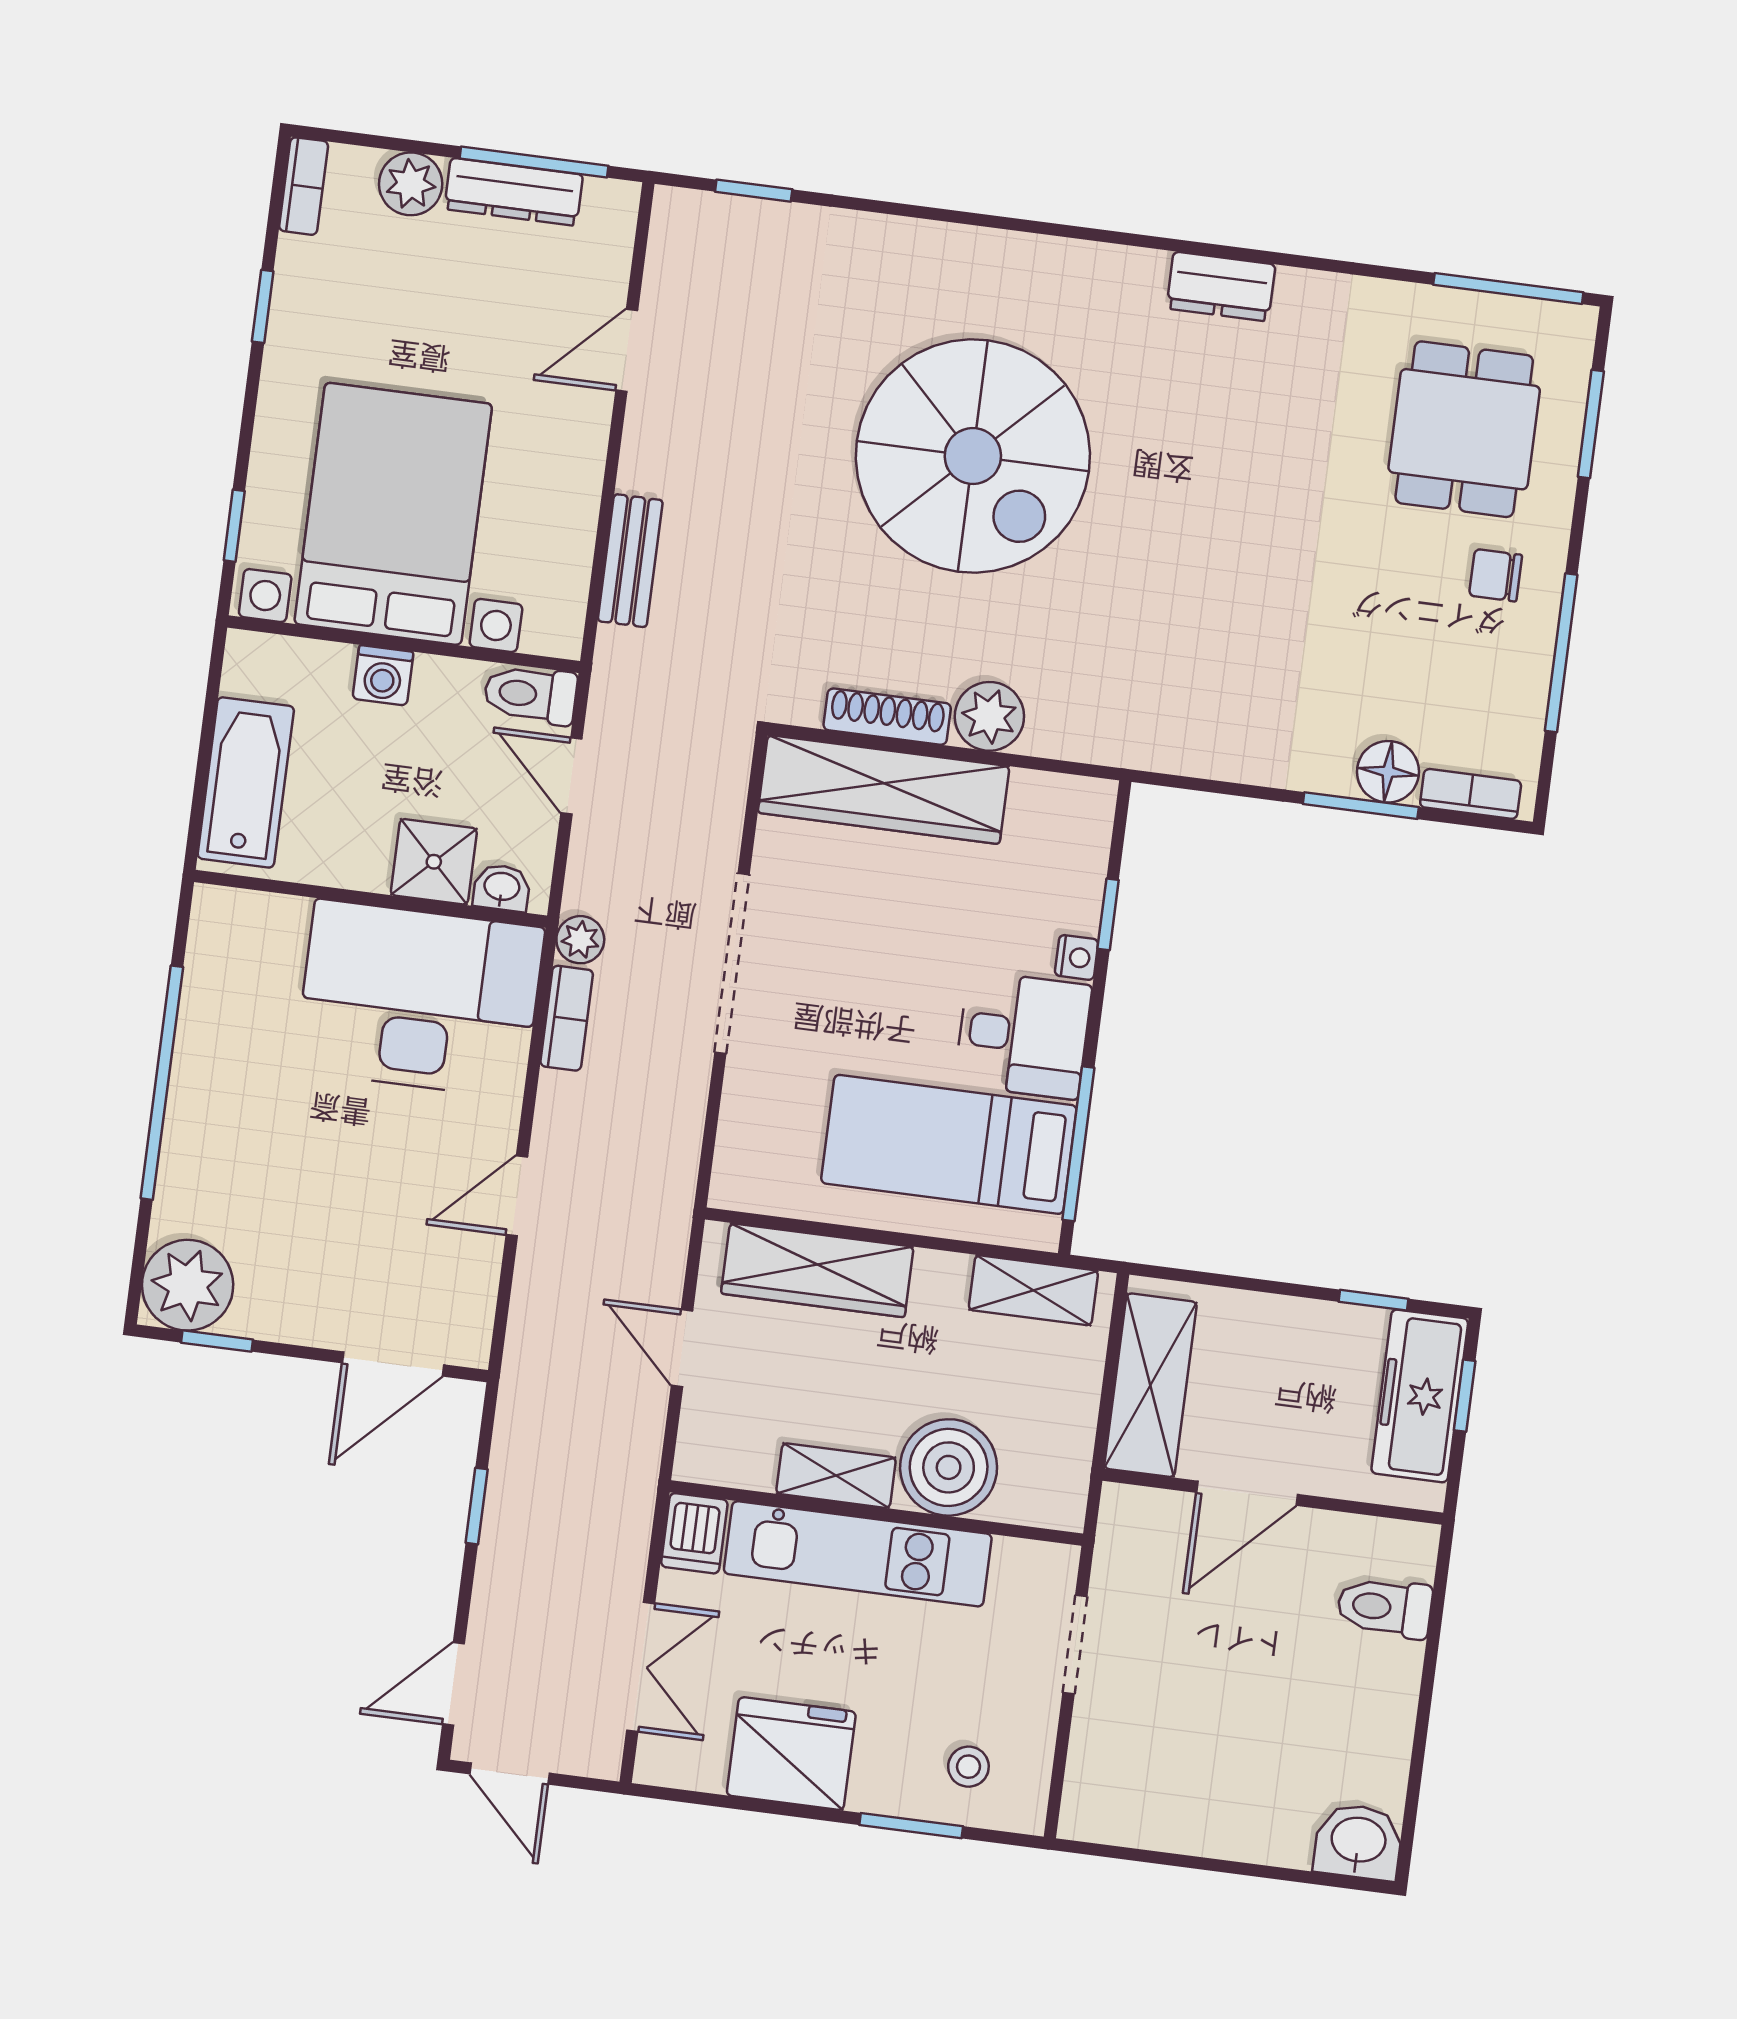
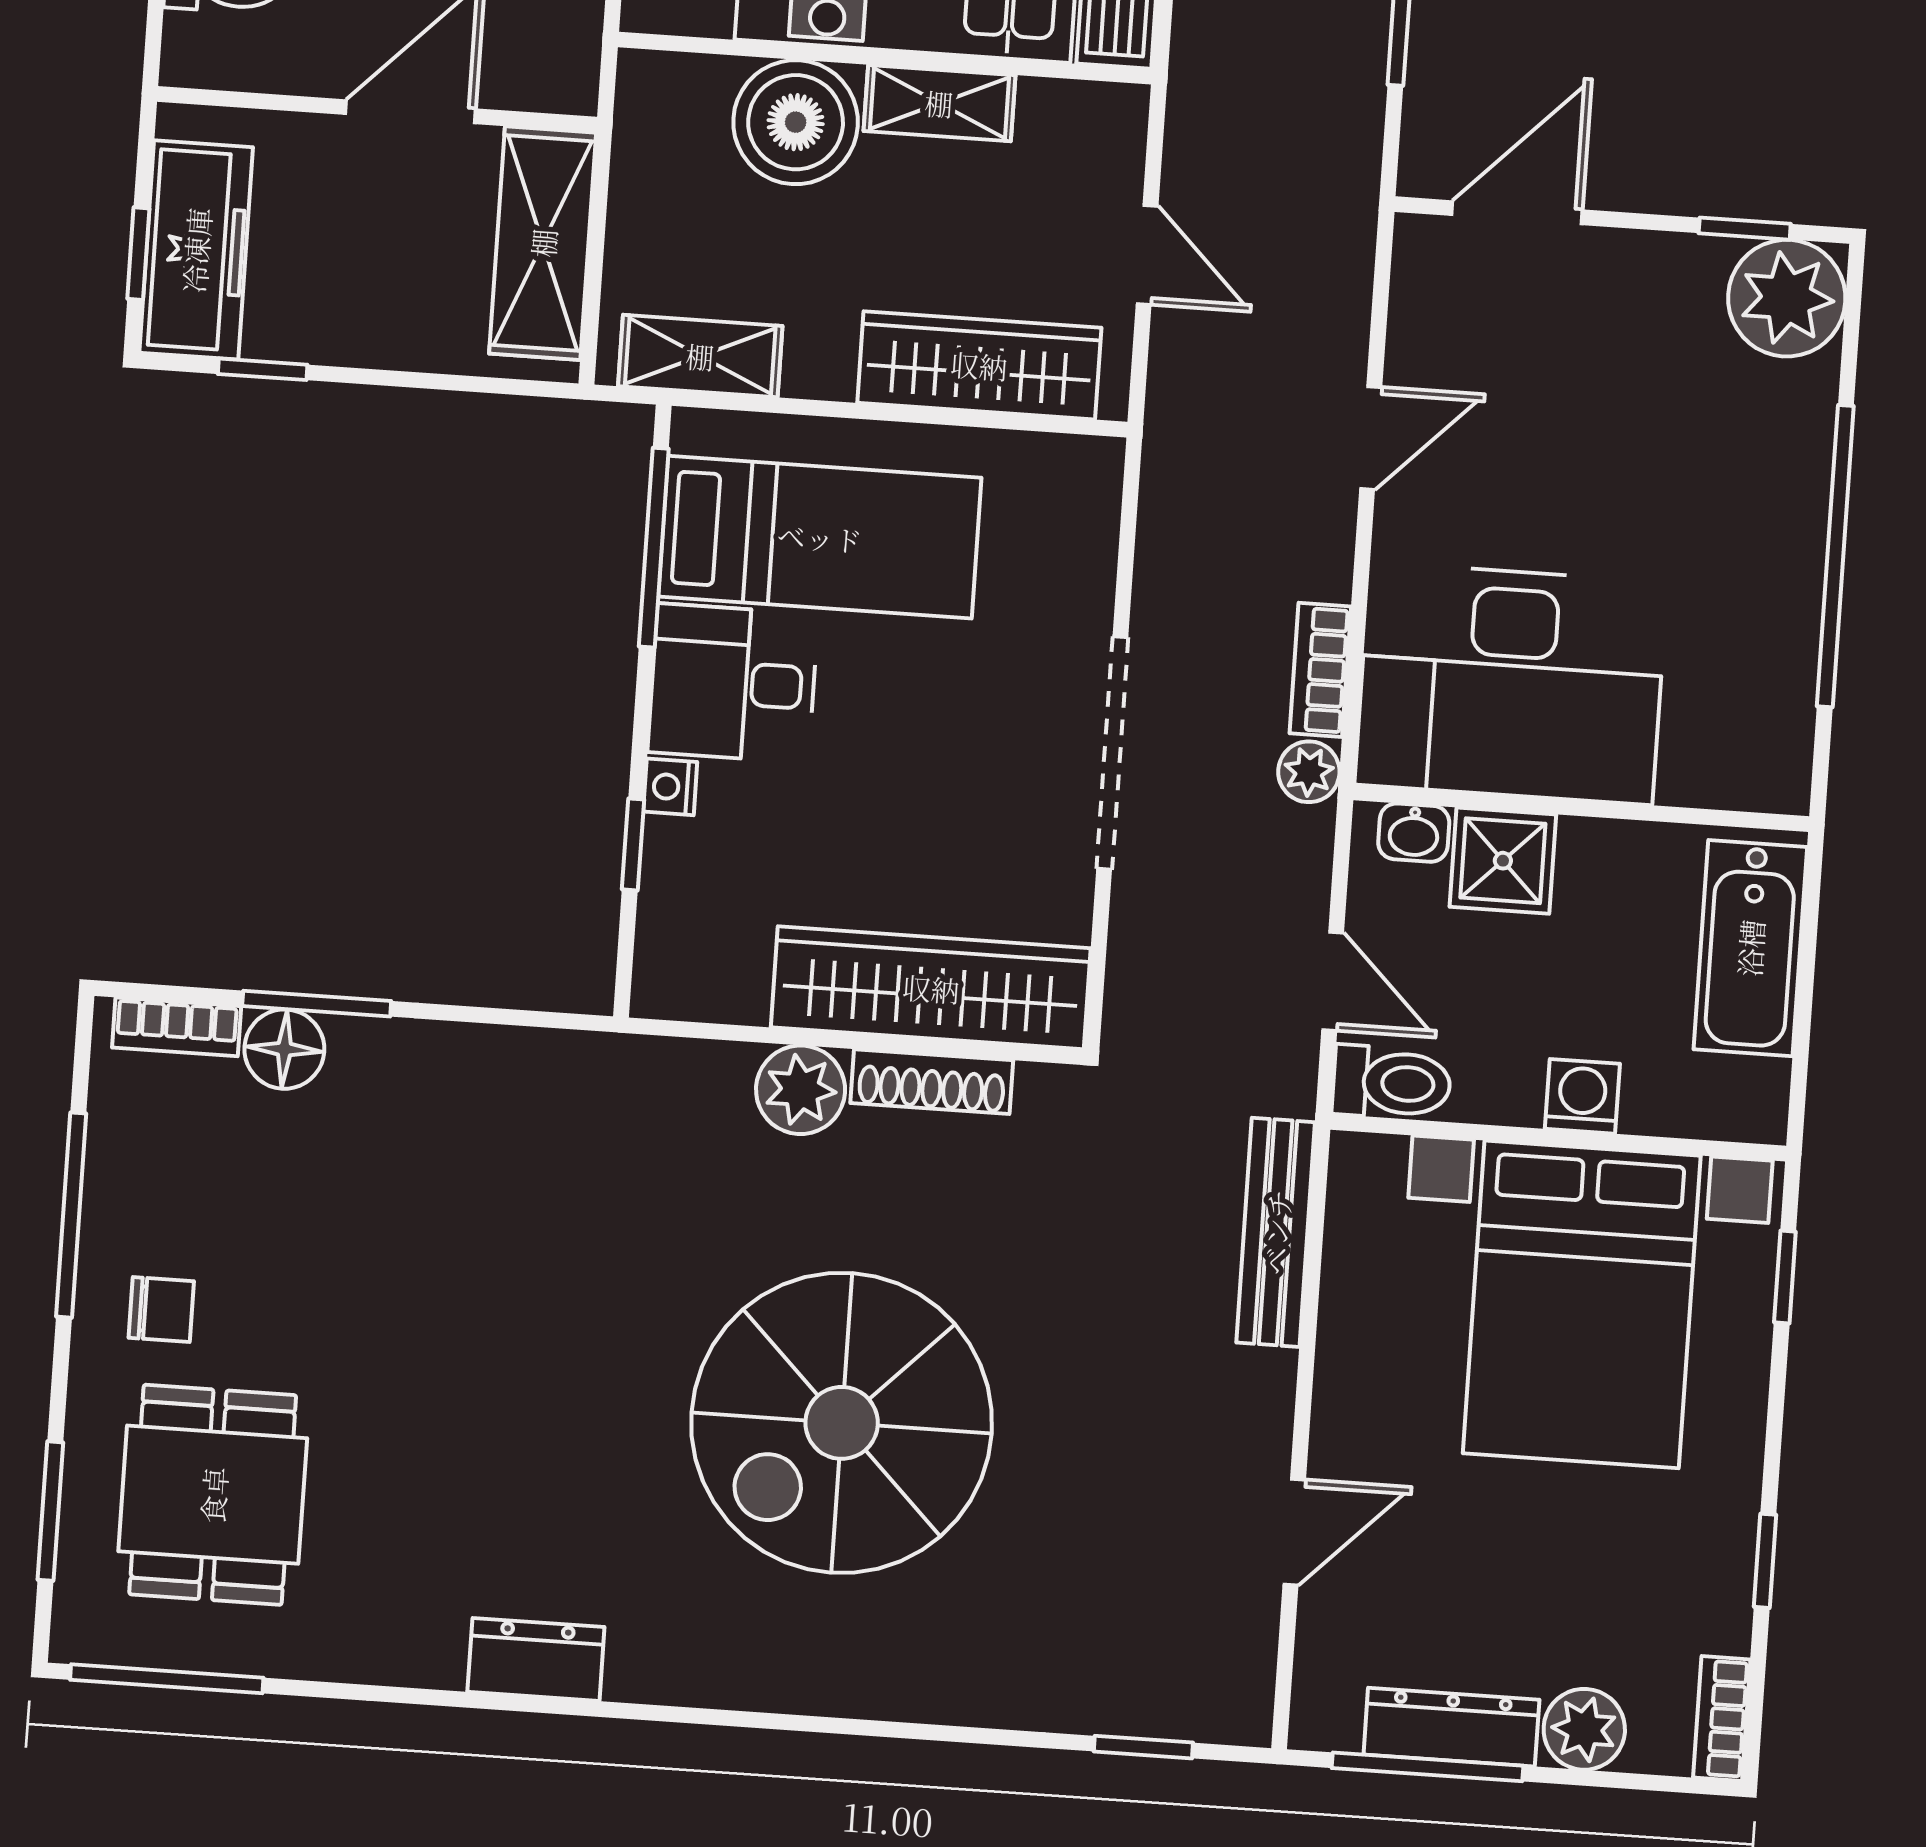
spiral stairs: (973, 456) -> (842, 1423), turned -90
bench: (630, 561) -> (1276, 1232), width x1.36

